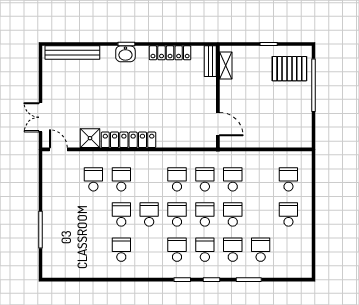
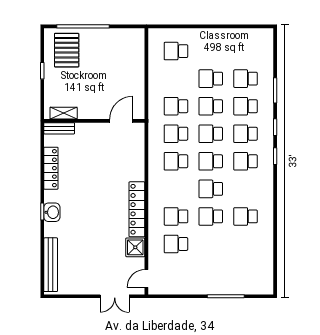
school desk: (288, 214) -> (211, 79), moved

